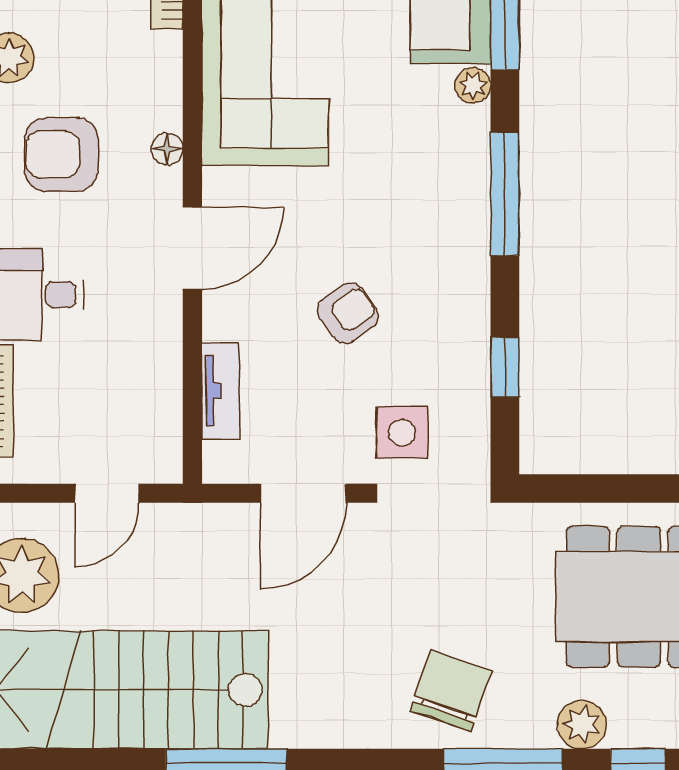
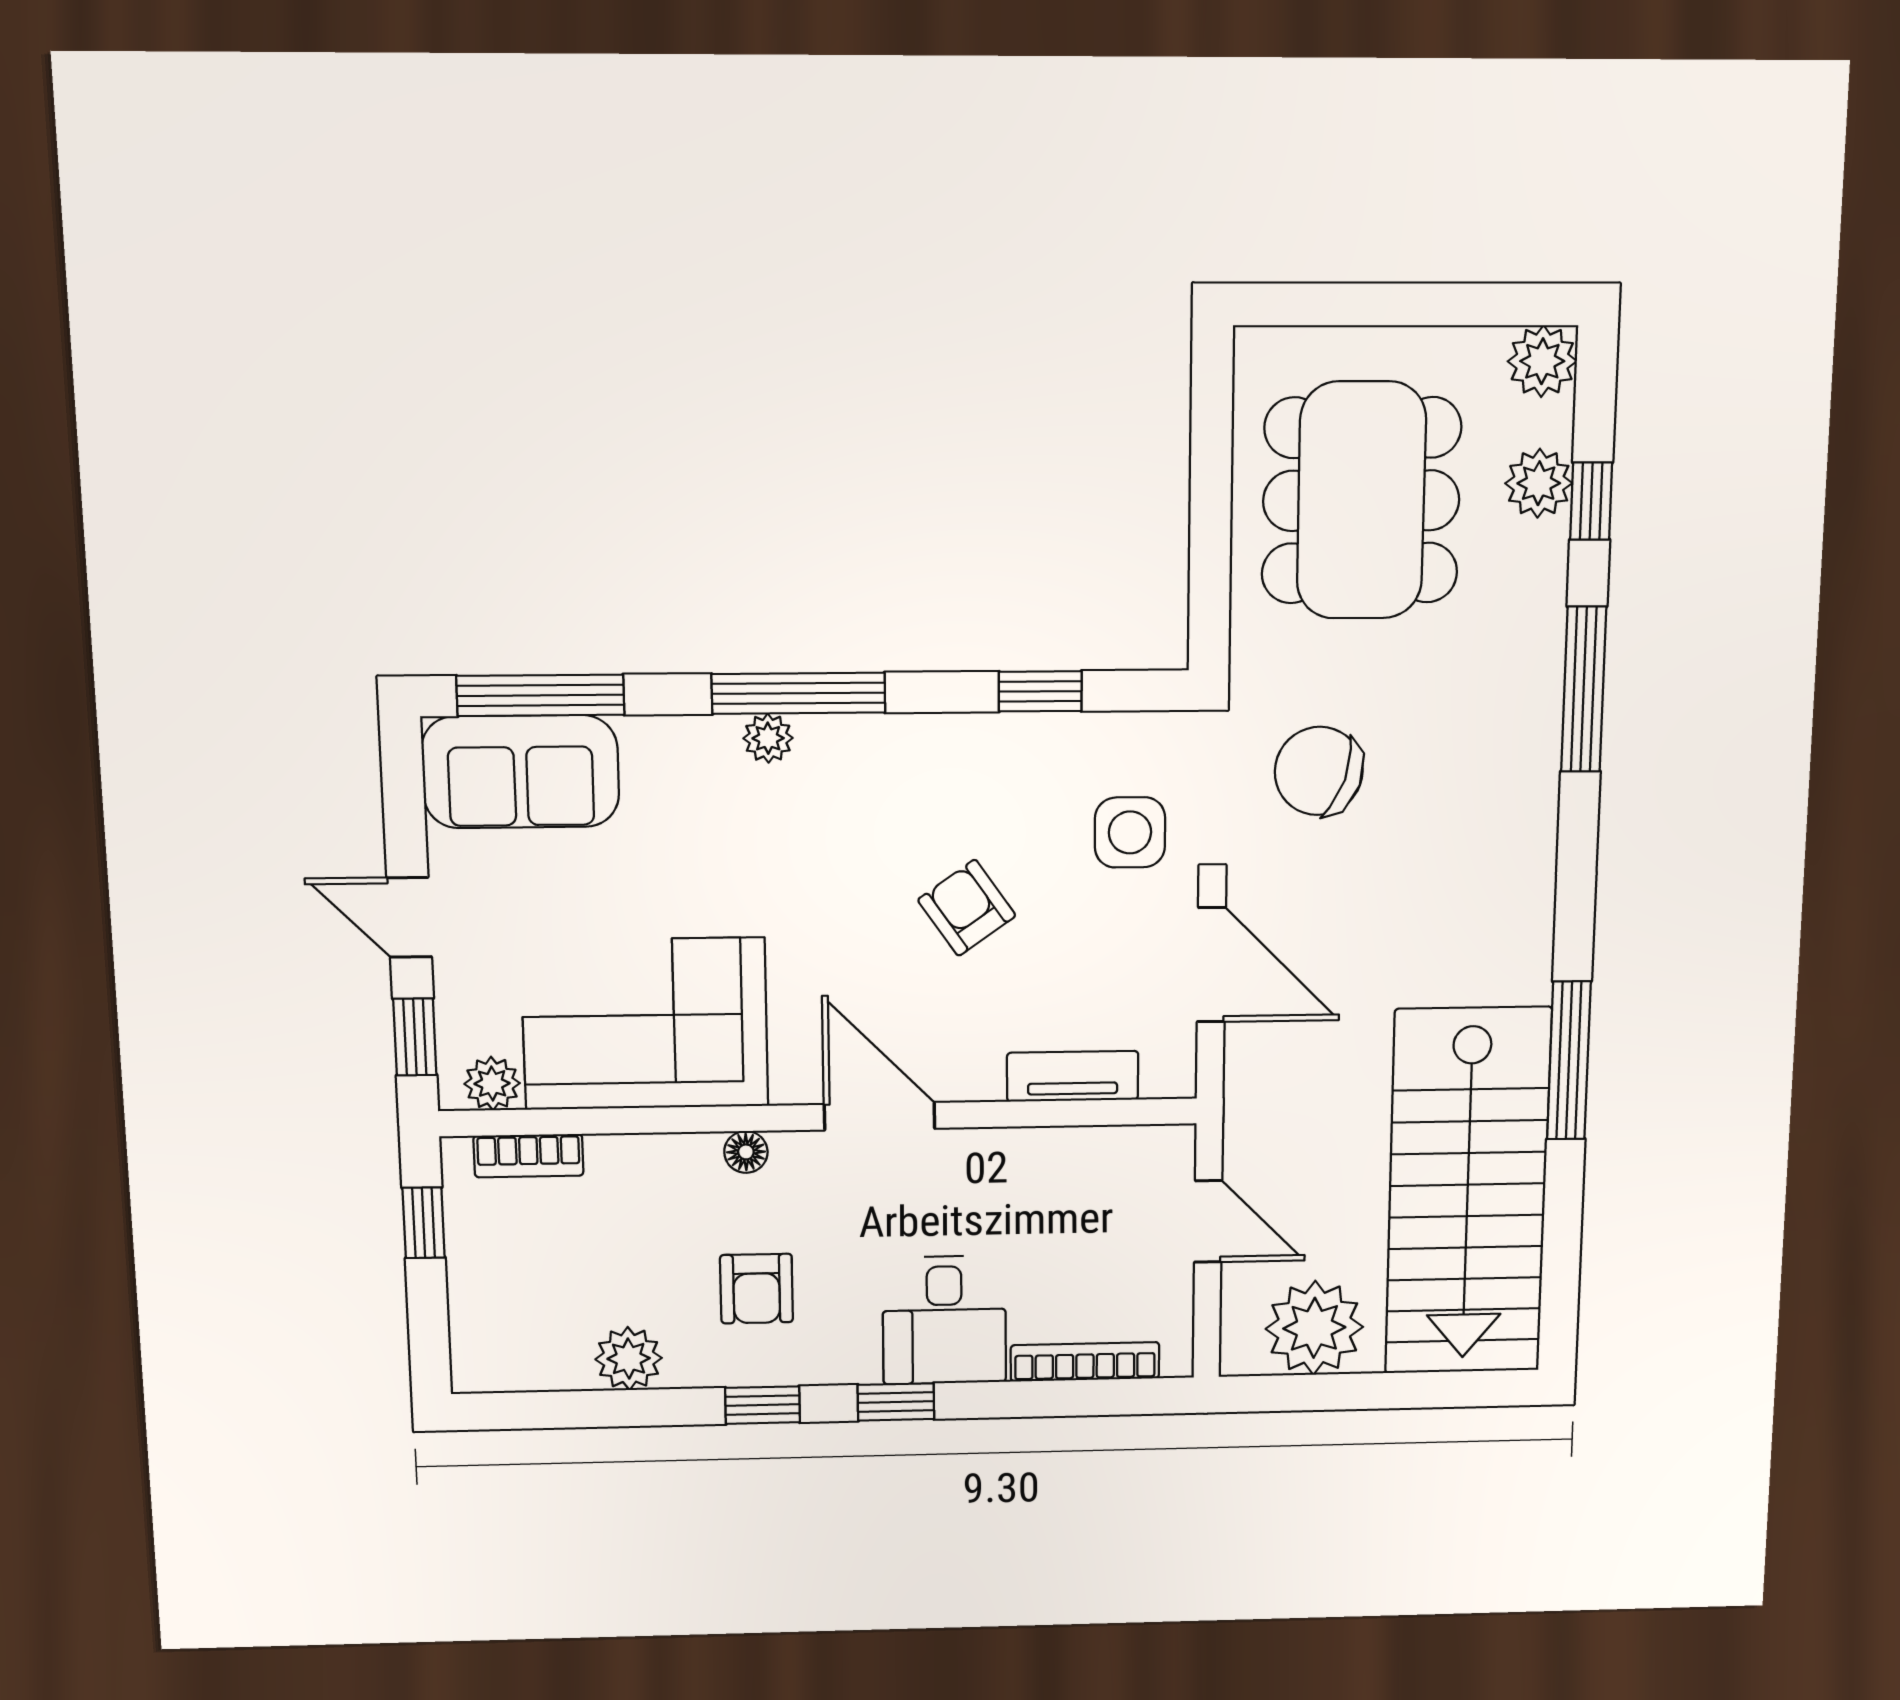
plant: (473, 85) -> (768, 738), moved
armchair: (61, 155) -> (757, 1289), width x0.72, depth x0.72
chair: (451, 691) -> (1319, 771), moved
plant: (582, 725) -> (1539, 483), moved

